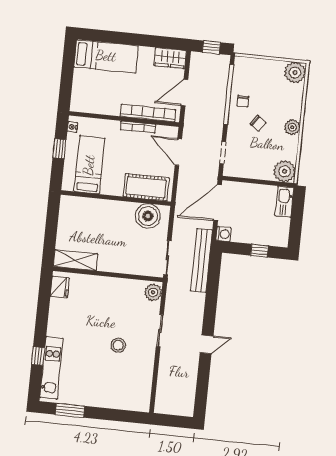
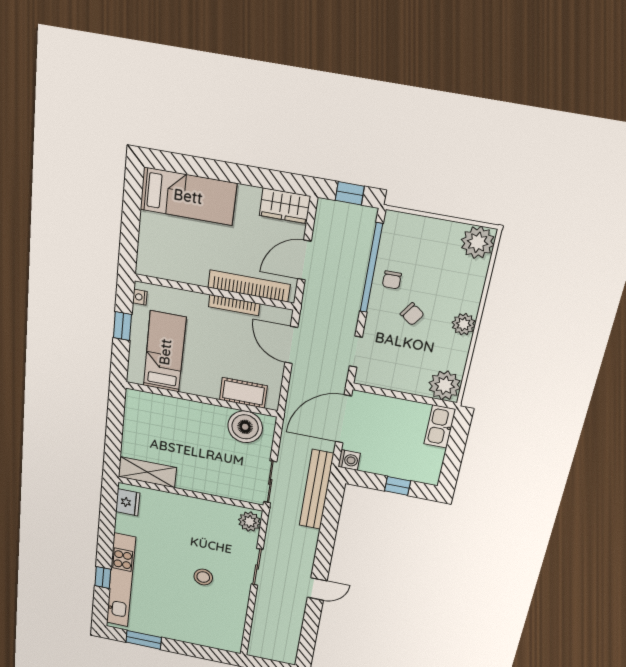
cot: (146, 187) -> (243, 393), width x0.73, depth x0.75
kitchen unit: (51, 368) -> (121, 581), width x1.36

